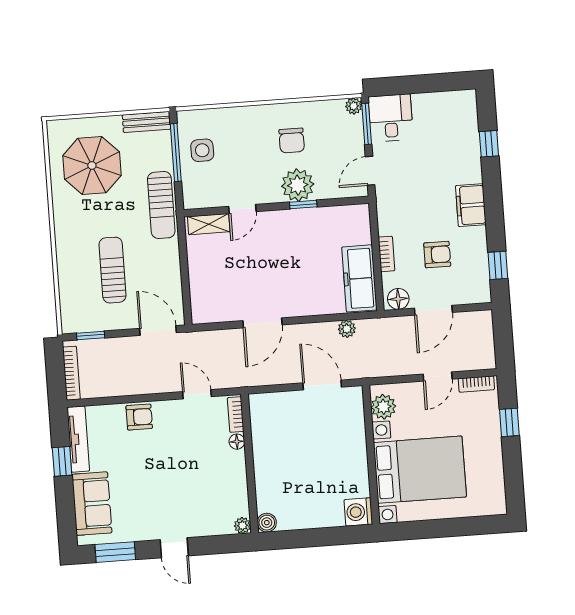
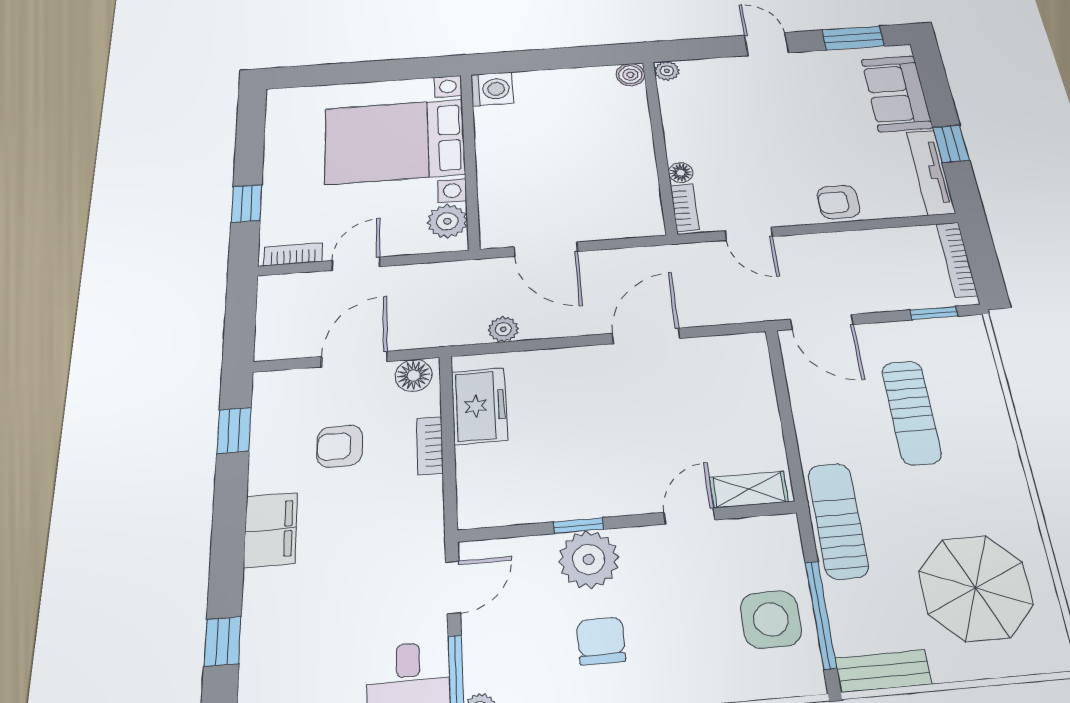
side table: (202, 150) -> (771, 619), width x1.37, depth x1.37
freezer: (359, 278) -> (479, 406), width x0.71

